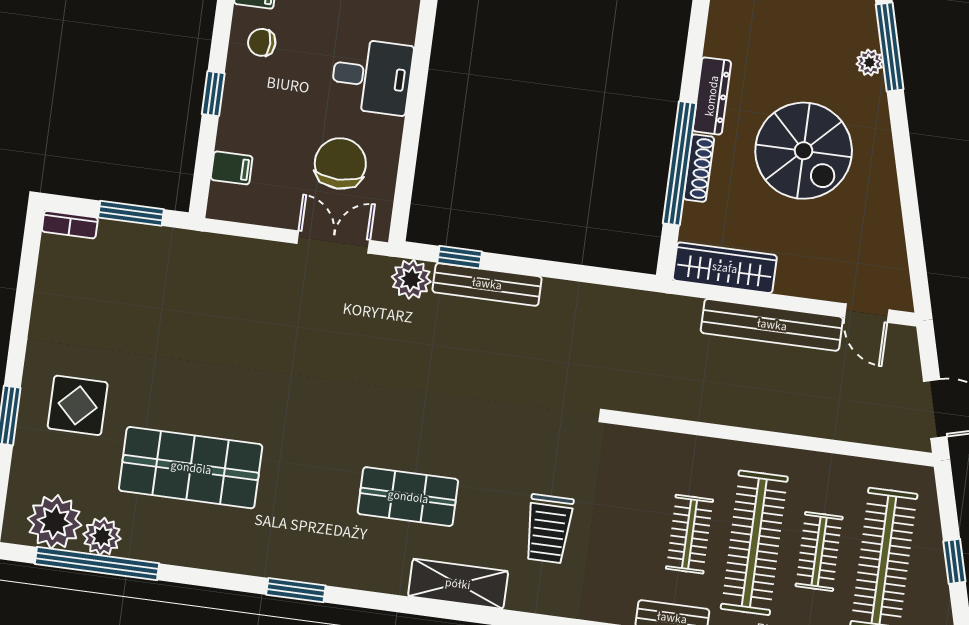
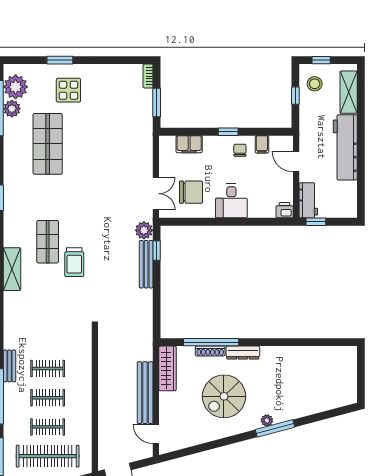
window: (213, 94) -> (228, 132), moved
filing cabinet: (232, 168) -> (189, 144), width x2.00
door: (867, 313) -> (156, 434), hinge flipped
trolley: (549, 529) -> (74, 262), moved, turned -90
clothes rail: (754, 543) -> (48, 398), width x0.54, depth x0.76

